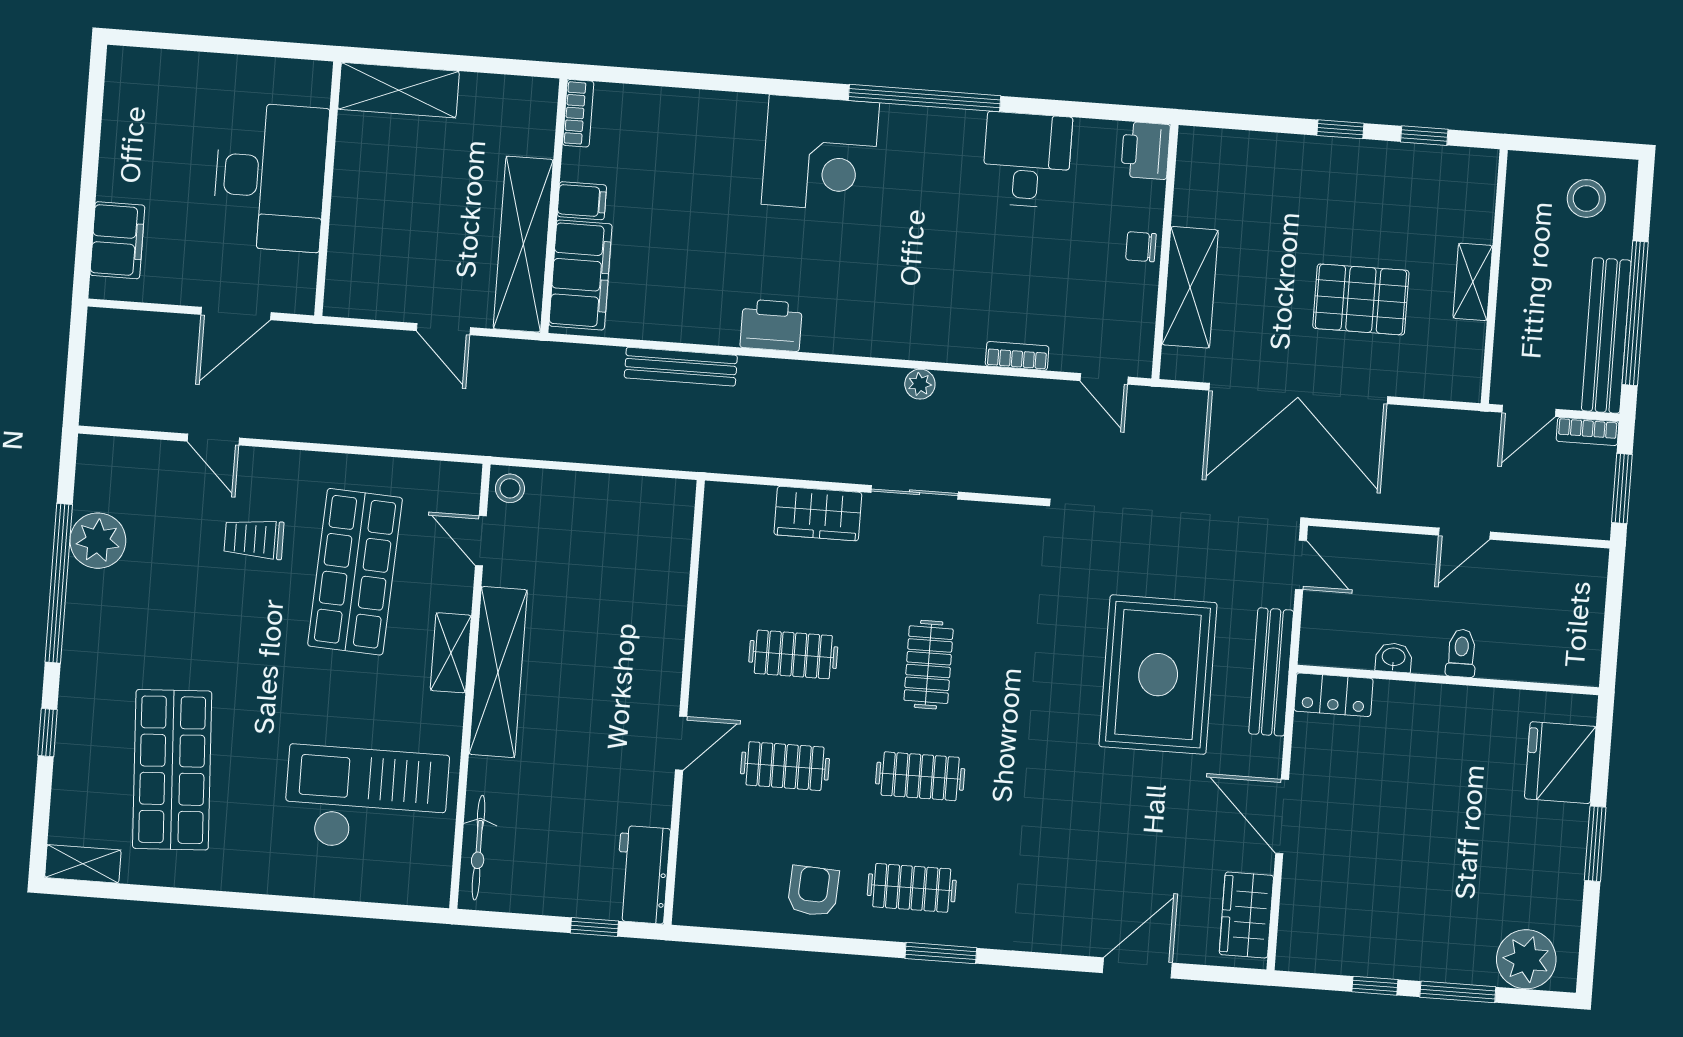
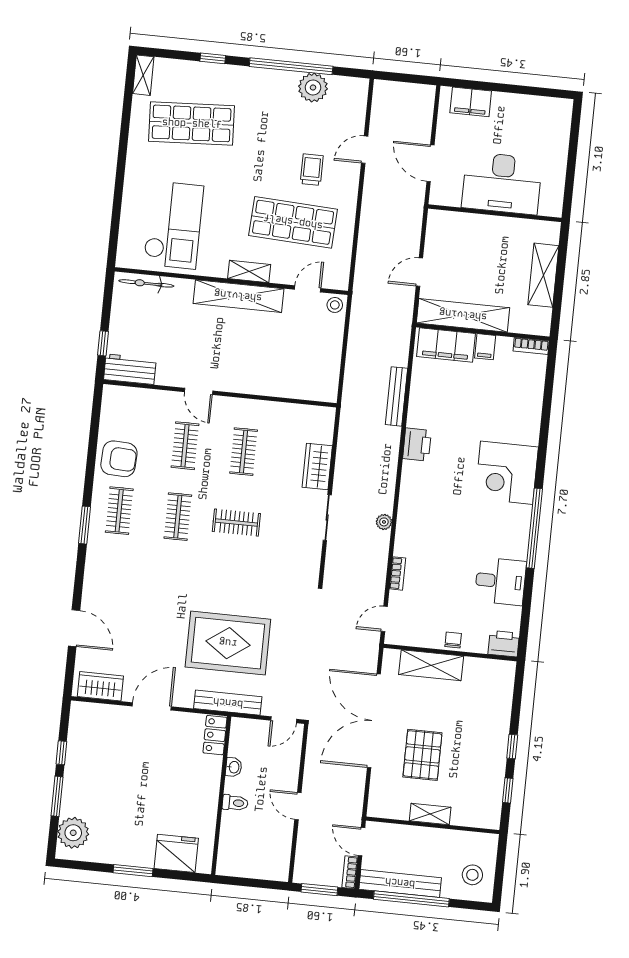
shelving: (399, 90) -> (543, 275), moved
armchair: (813, 891) -> (119, 459), width x1.38, depth x1.38

